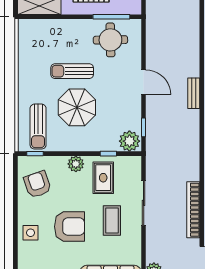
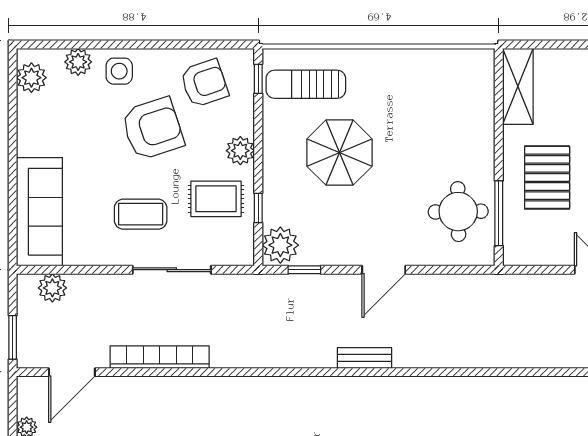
sun lounger: (72, 71) -> (403, 144), removed
armchair: (69, 227) -> (153, 129), moved, turned -108
plant: (25, 256) -> (78, 62), added

